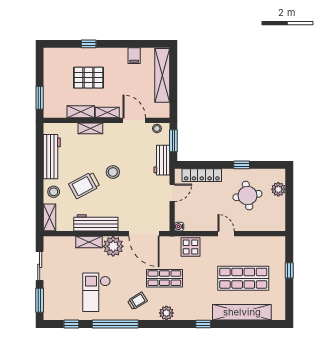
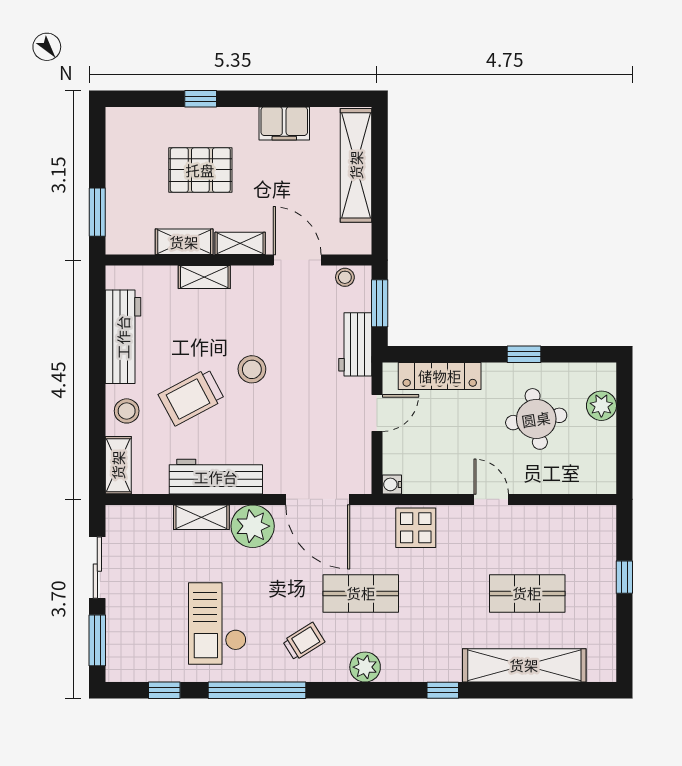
filing cabinet: (134, 56) -> (284, 124), width x2.00
shop shelf: (243, 278) -> (527, 593), width x0.70, depth x0.74

